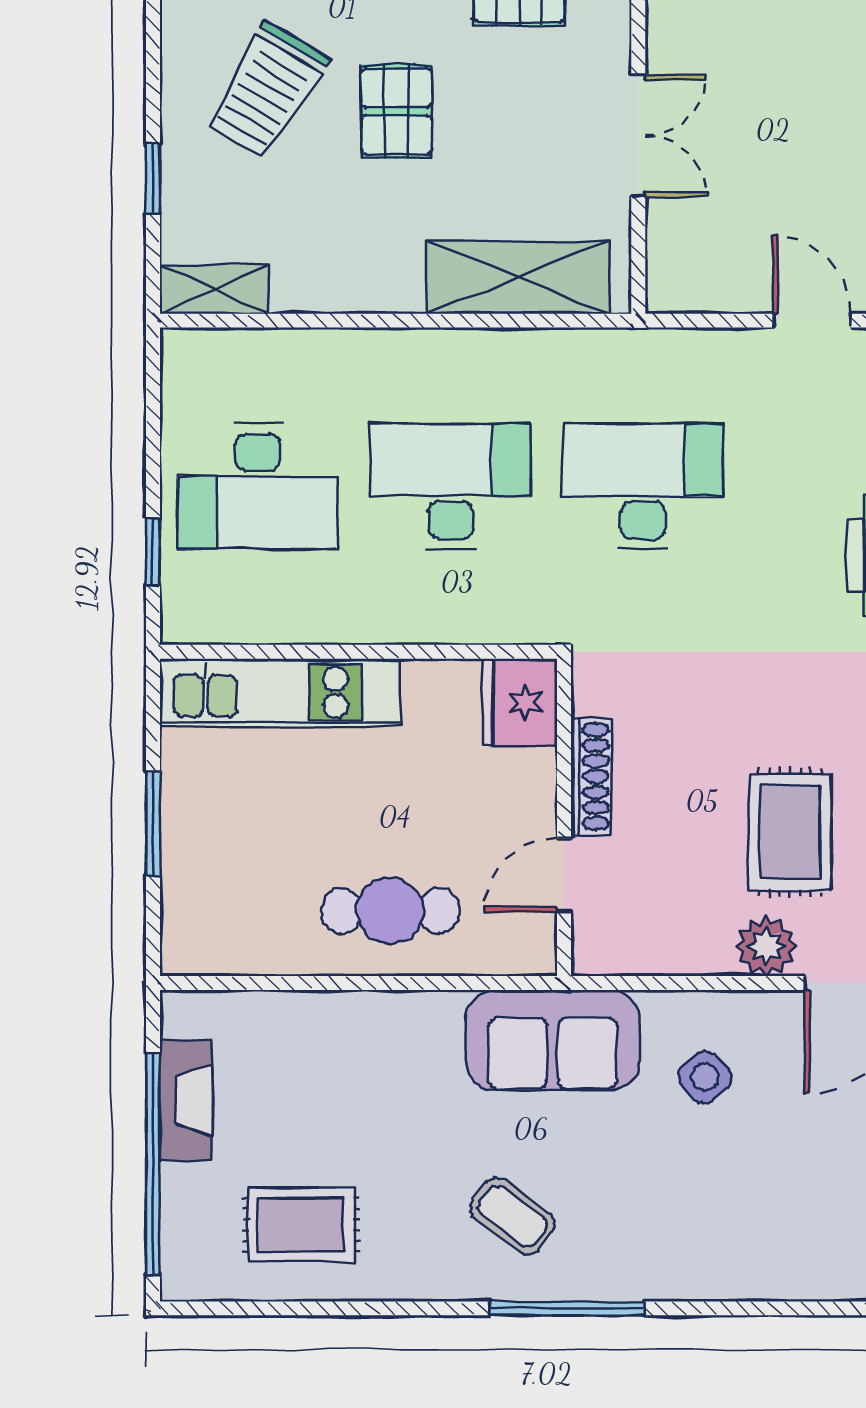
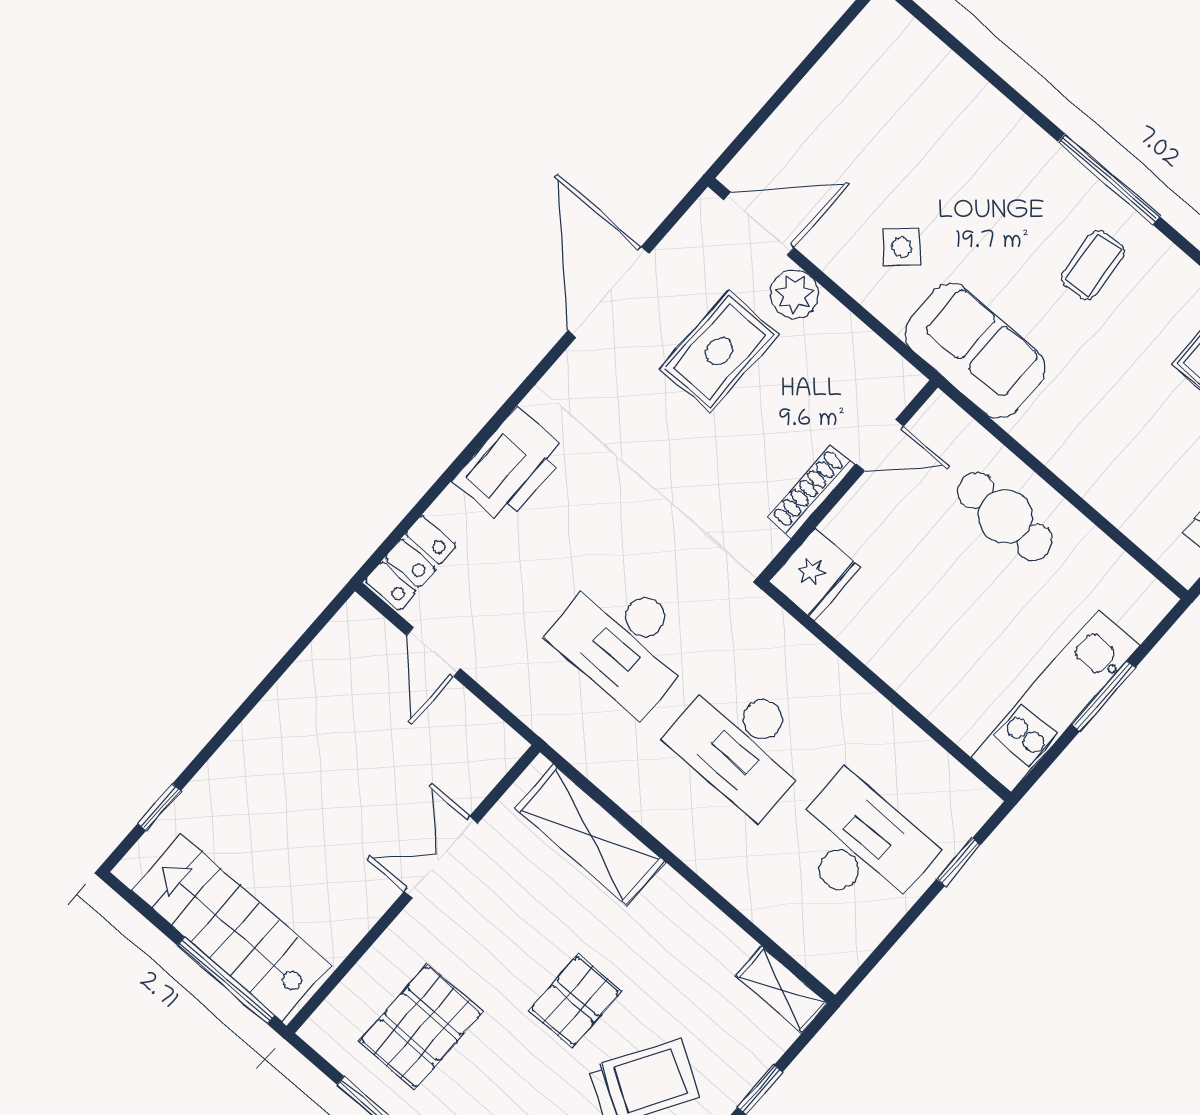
kitchen unit: (280, 693) -> (1055, 701), moved, turned -90
coffee table: (512, 1216) -> (1093, 265), turned 48

